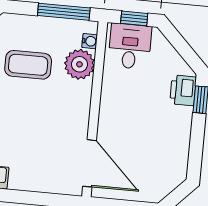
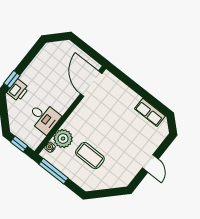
desk: (130, 46) -> (44, 118), moved, turned -90

